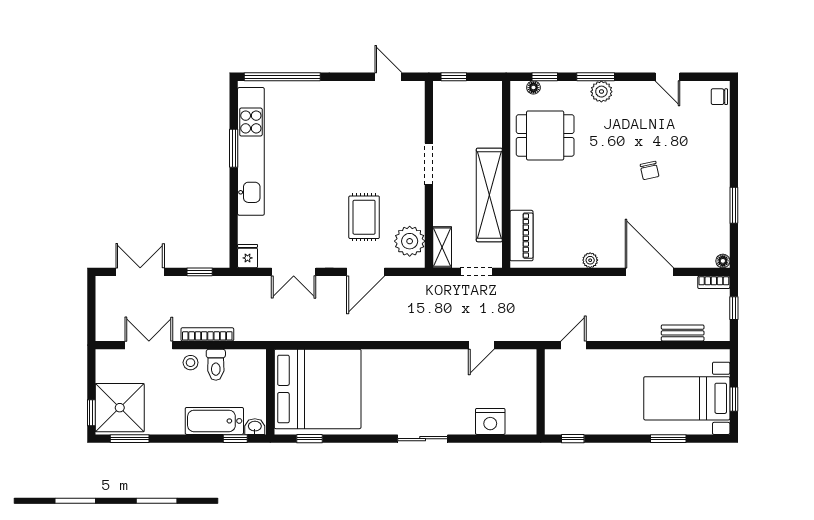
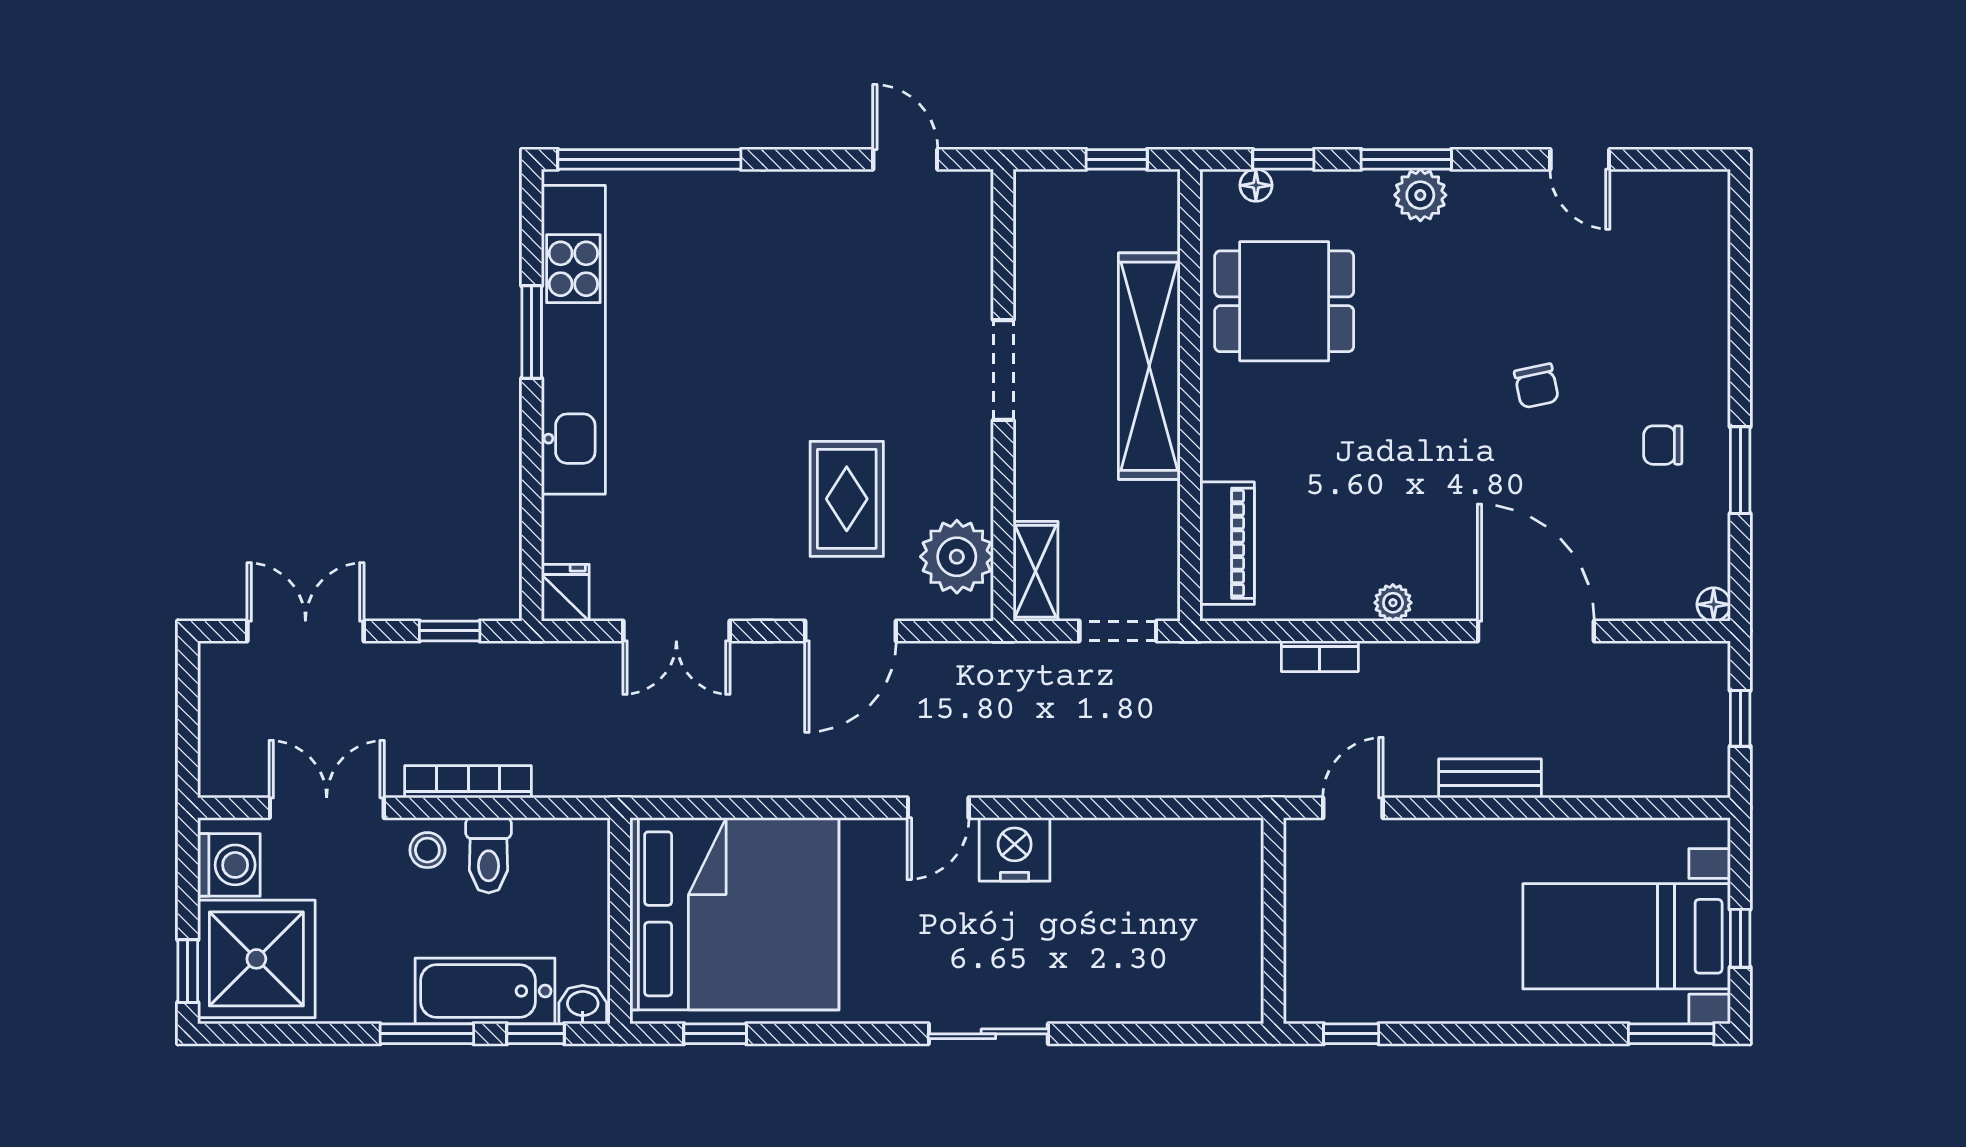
window: (454, 77) -> (1117, 159), moved
chair: (719, 97) -> (1663, 445), moved
shelving: (489, 195) -> (1149, 366), moved
bookcase: (714, 282) -> (1320, 656), moved
bench: (683, 333) -> (1490, 778), moved
door: (481, 345) -> (938, 808), moved
washing machine: (108, 369) -> (229, 865), added
nightstand: (490, 421) -> (1015, 849), moved, turned 180
window: (130, 439) -> (427, 1034), moved
window: (668, 439) -> (1671, 1034), moved

